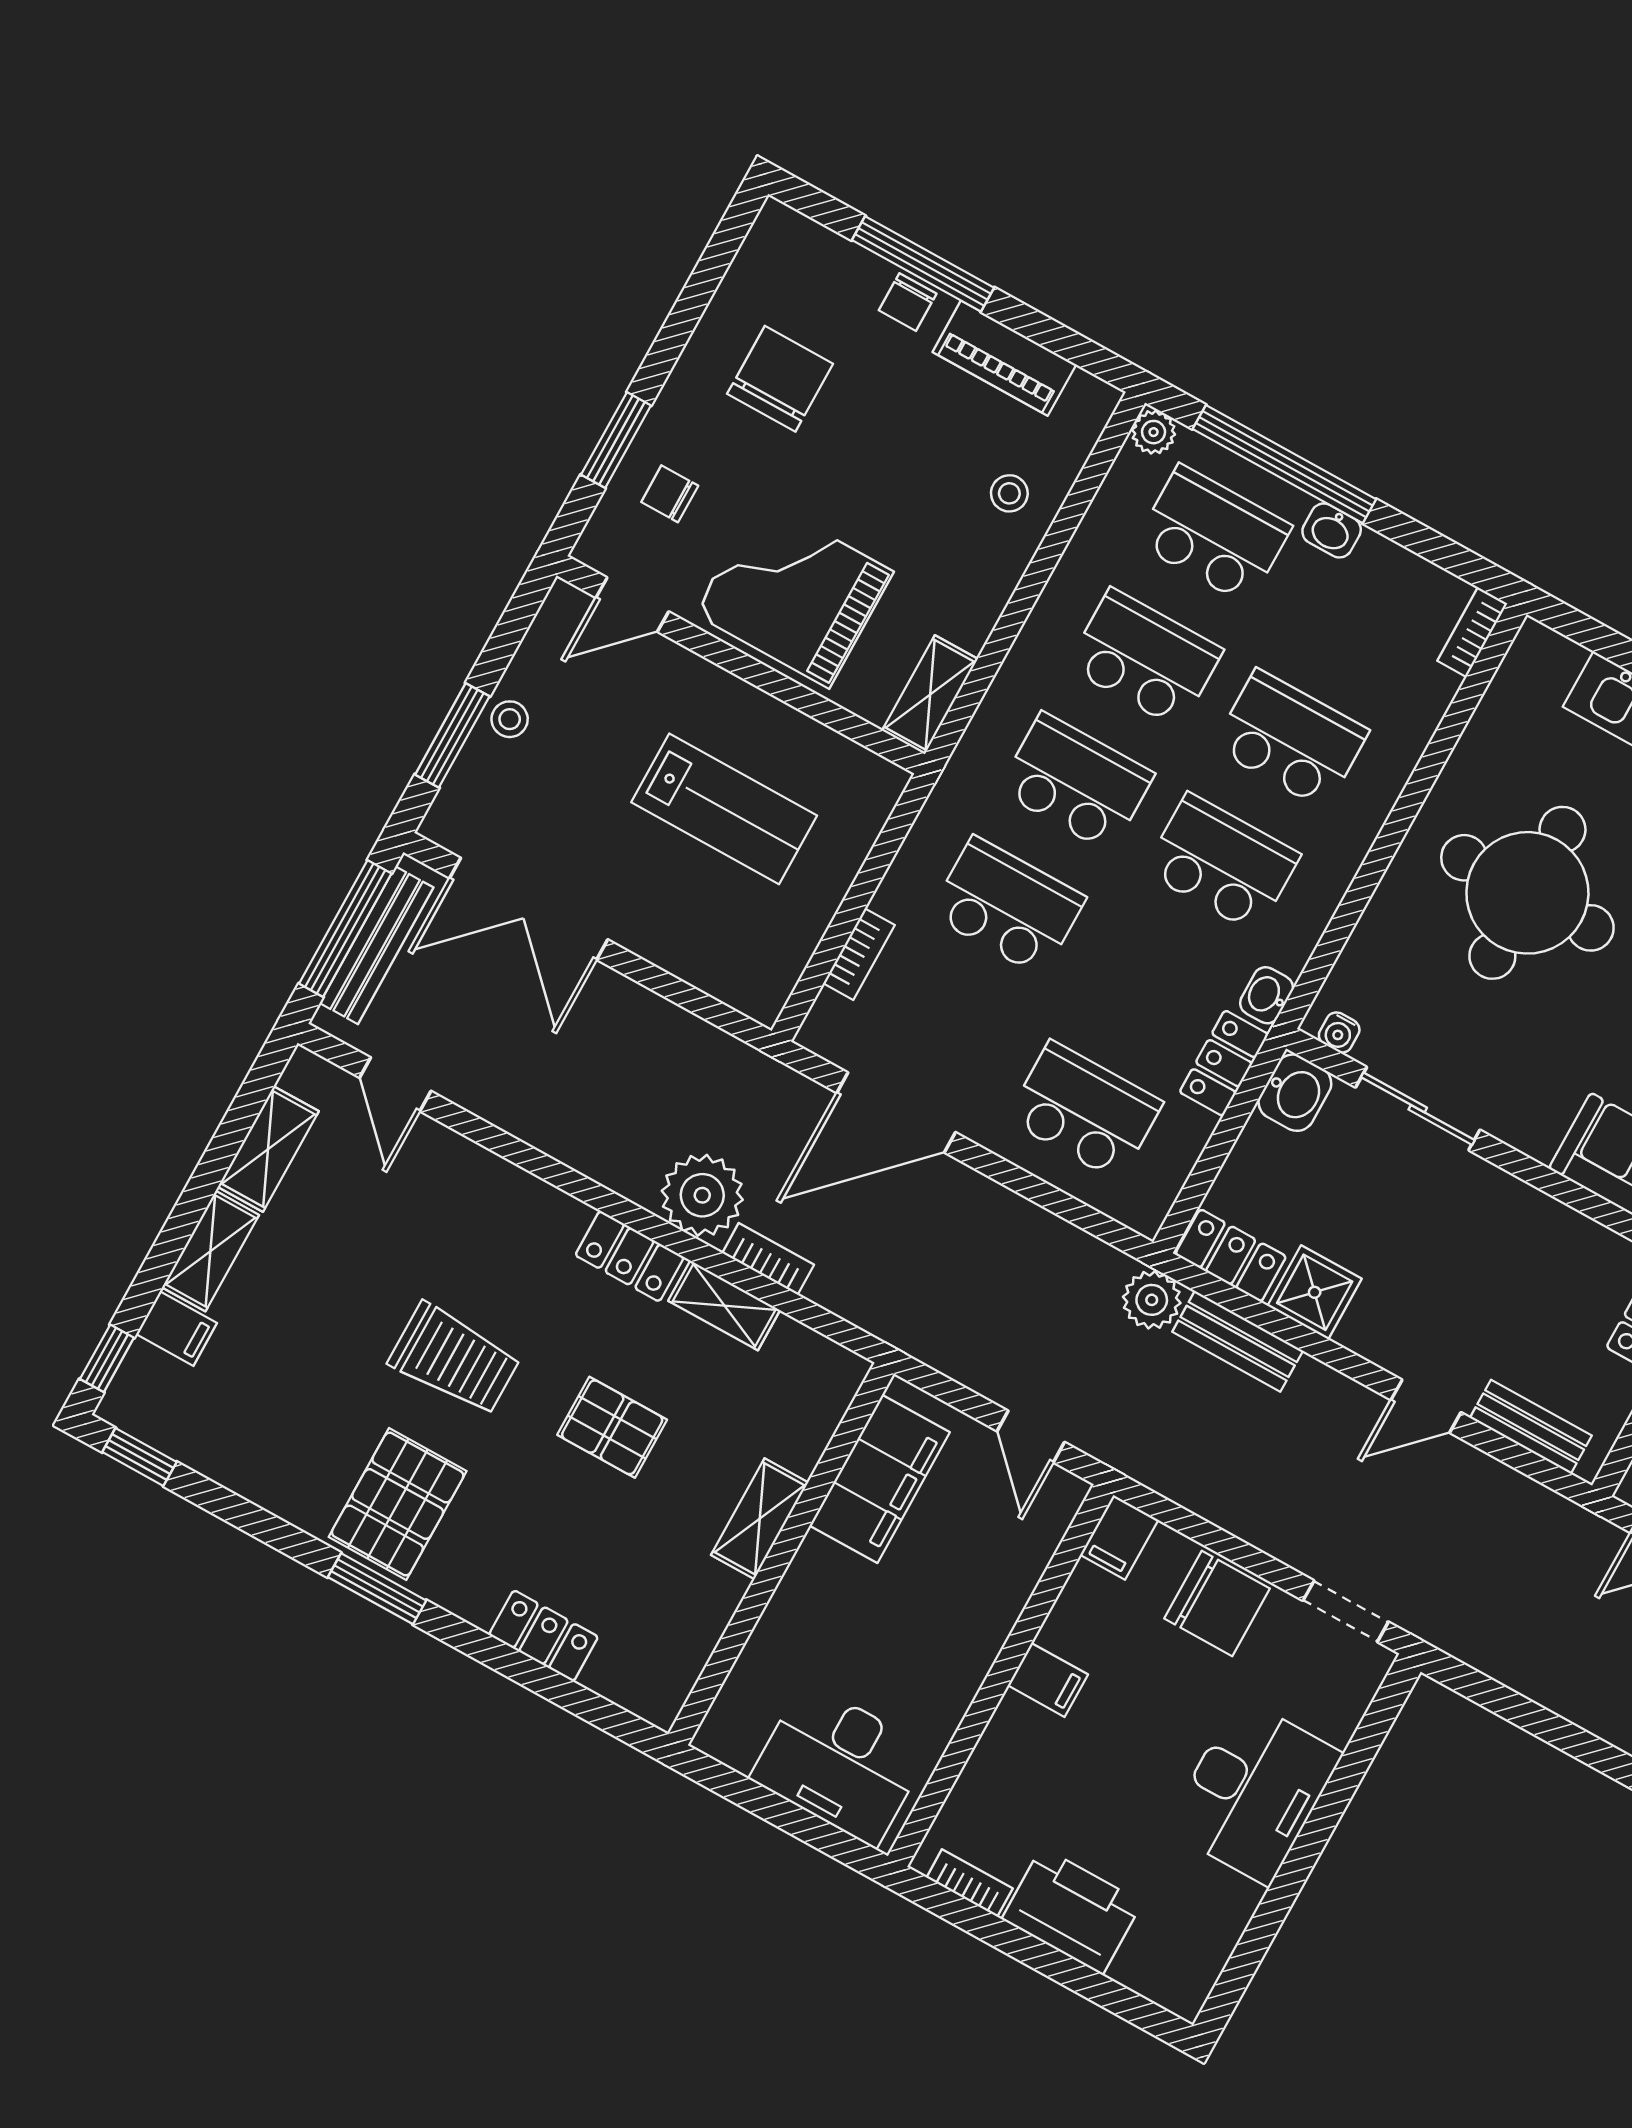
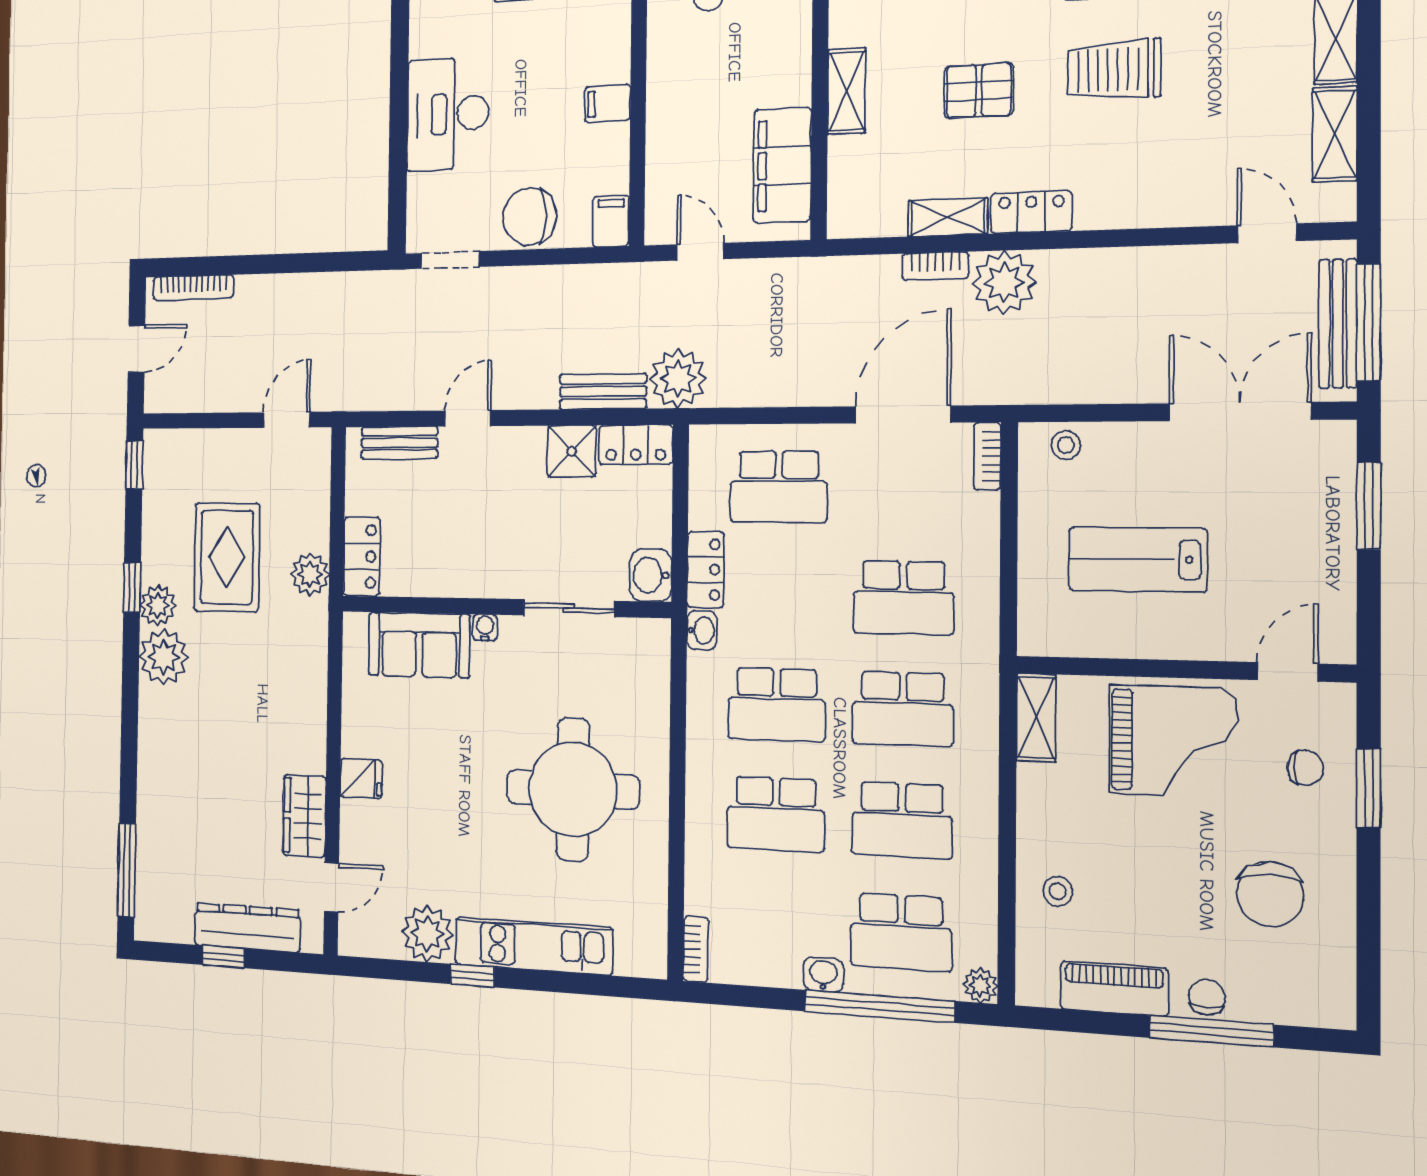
stool: (510, 719) -> (1066, 445), moved
bookcase: (859, 954) -> (987, 456), moved
water cooler: (1339, 1032) -> (485, 627), moved
plant: (1152, 1300) -> (678, 378), width x1.36, depth x1.36

